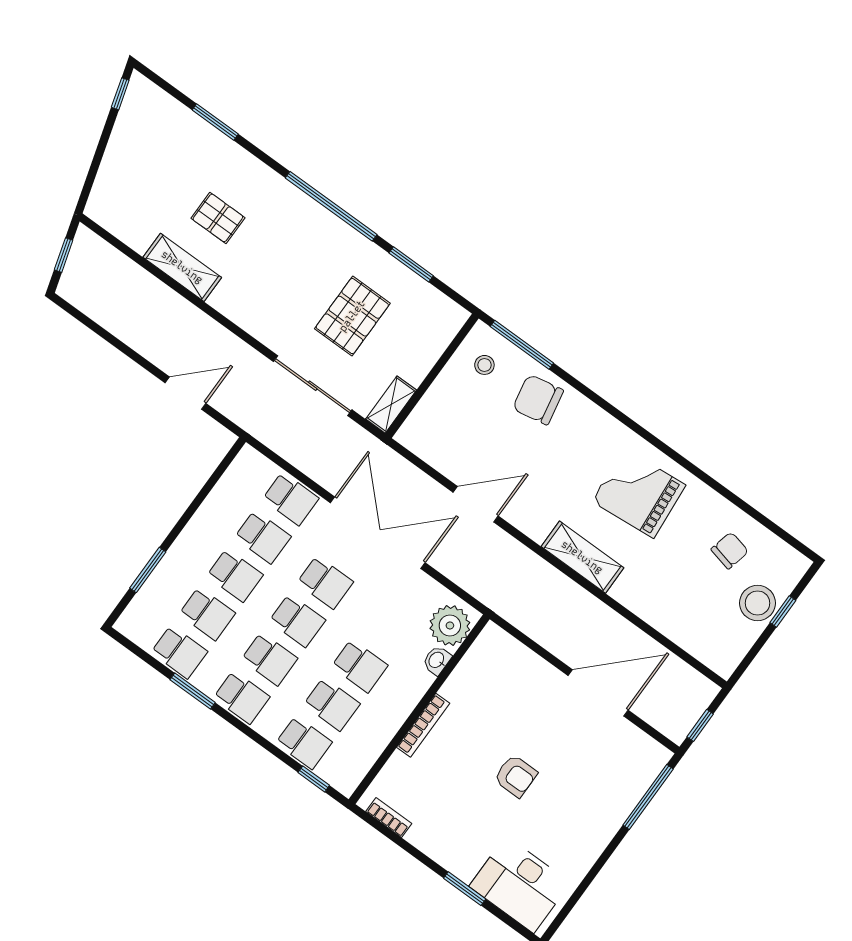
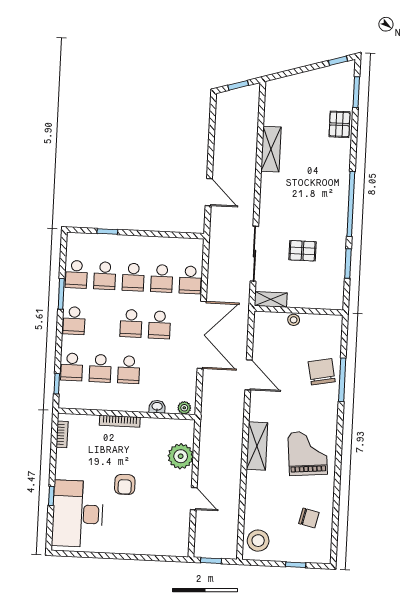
window: (215, 122) -> (356, 92), moved
pallet: (218, 218) -> (340, 124), moved
pallet: (352, 316) -> (302, 251), width x0.67, depth x0.71
window: (522, 345) -> (342, 380), moved
stool: (484, 365) -> (294, 320), moved
window: (148, 570) -> (107, 231), width x0.67
stool: (758, 603) -> (258, 541), moved
plant: (450, 625) -> (184, 408), width x0.53, depth x0.53
school desk: (269, 659) -> (103, 322), removed
plant: (527, 673) -> (181, 456), added
door: (598, 693) -> (194, 499), width x0.53
window: (648, 797) -> (158, 558), removed
desk: (520, 885) -> (78, 514), width x1.36, depth x1.30
window: (465, 889) -> (51, 496), width x0.67

